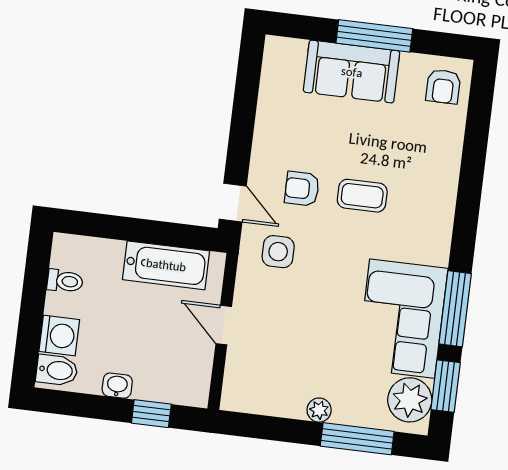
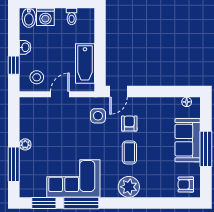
floor lamp: (272, 64) -> (187, 102), added
stool: (182, 369) -> (37, 77), added
plant: (410, 400) -> (129, 187), moved

